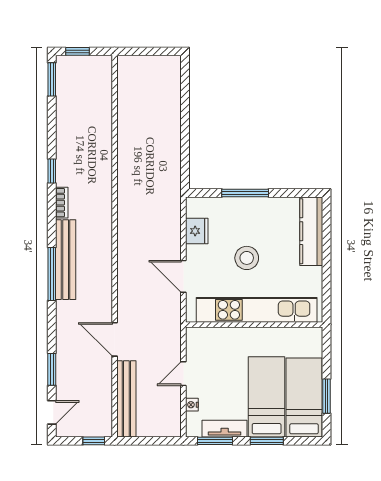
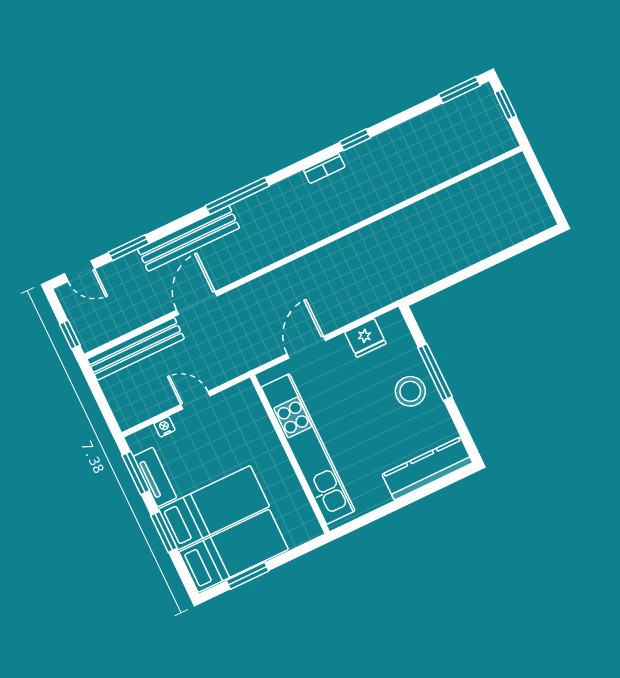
stool: (247, 258) -> (410, 391), moved
bench: (66, 260) -> (189, 238), moved

